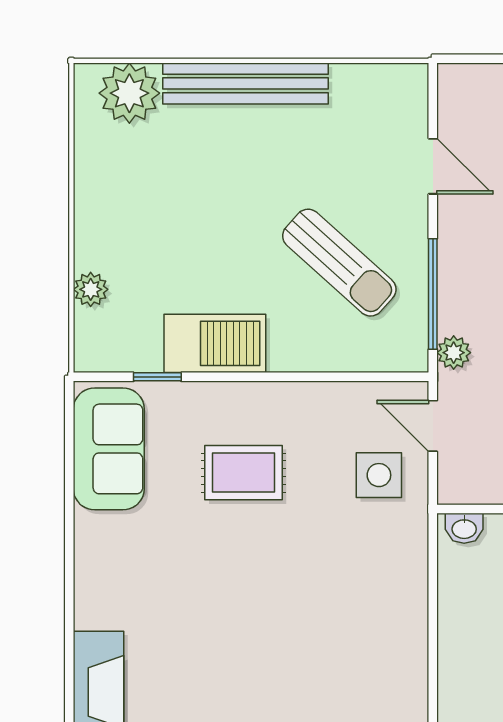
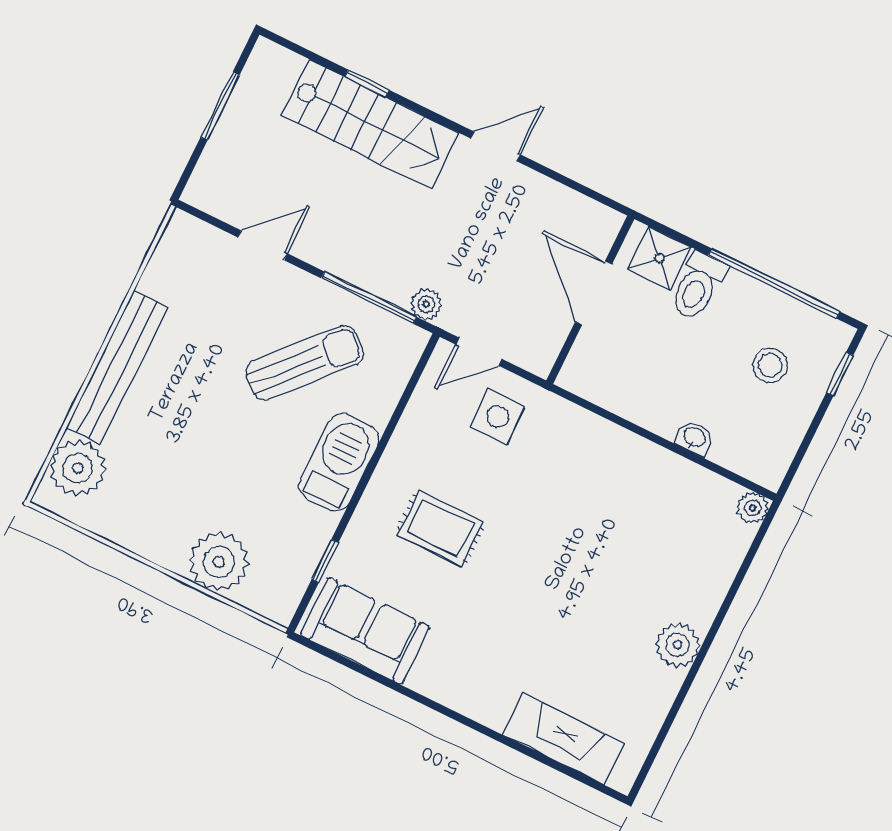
plant: (91, 289) -> (219, 562), width x1.88, depth x1.88
barbecue: (215, 343) -> (339, 462), moved
rug: (243, 473) -> (440, 528), turned 90
washbasin: (464, 528) -> (694, 438), moved, turned -90

